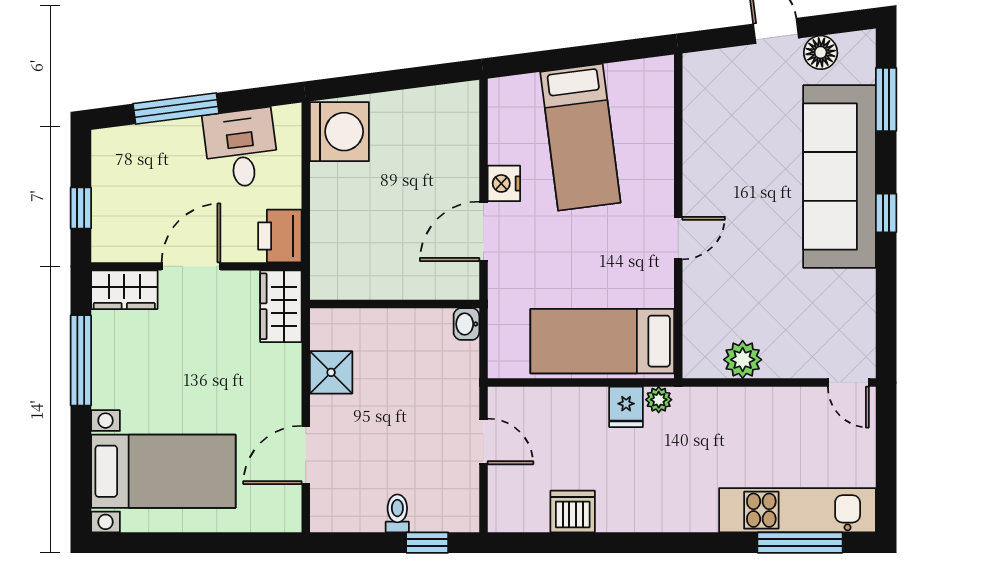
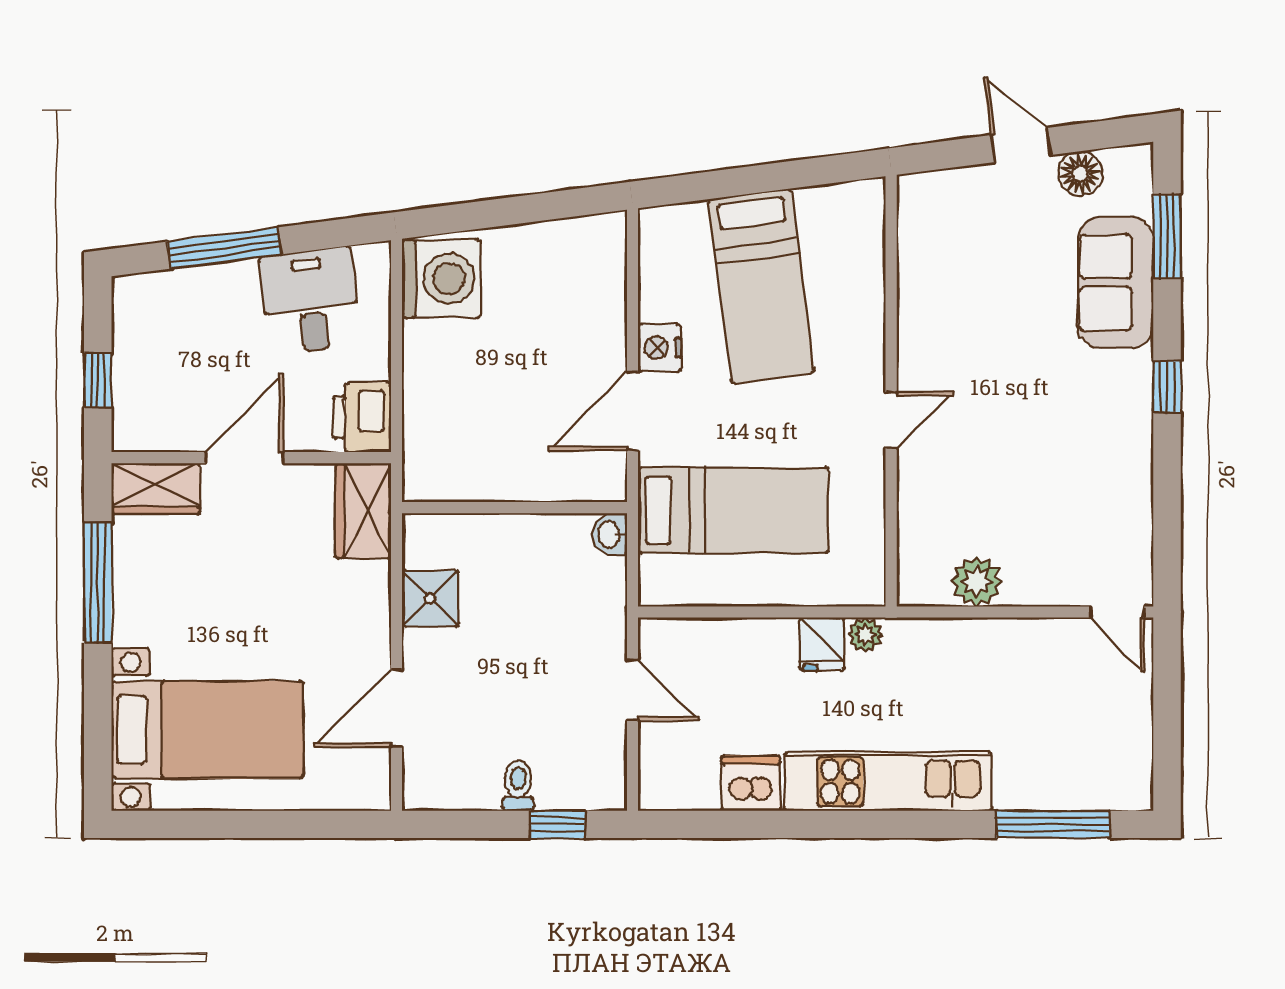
sofa: (839, 177) -> (1116, 283), width x0.54, depth x0.79
bed: (602, 341) -> (733, 510), moved, turned 180
kitchen unit: (797, 510) -> (888, 781), moved

